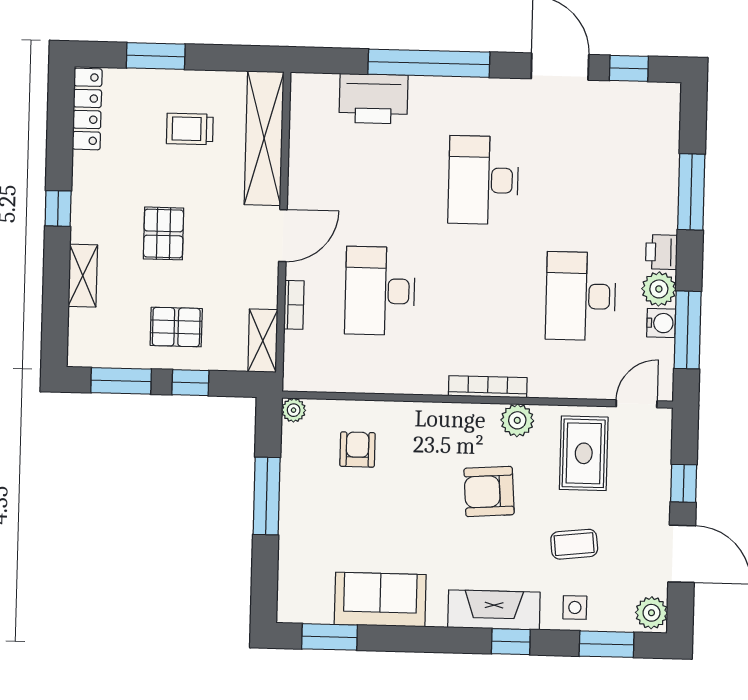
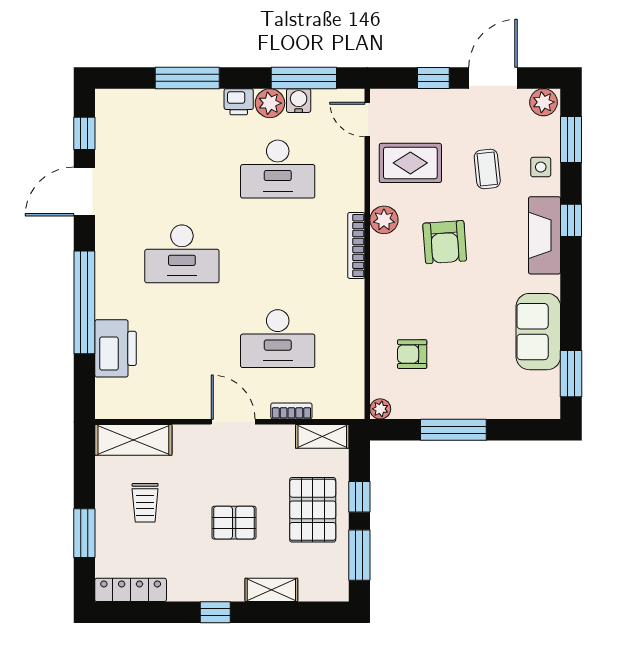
shelving: (264, 138) -> (133, 440), width x0.68
pallet: (176, 327) -> (313, 510), width x1.50, depth x1.42

